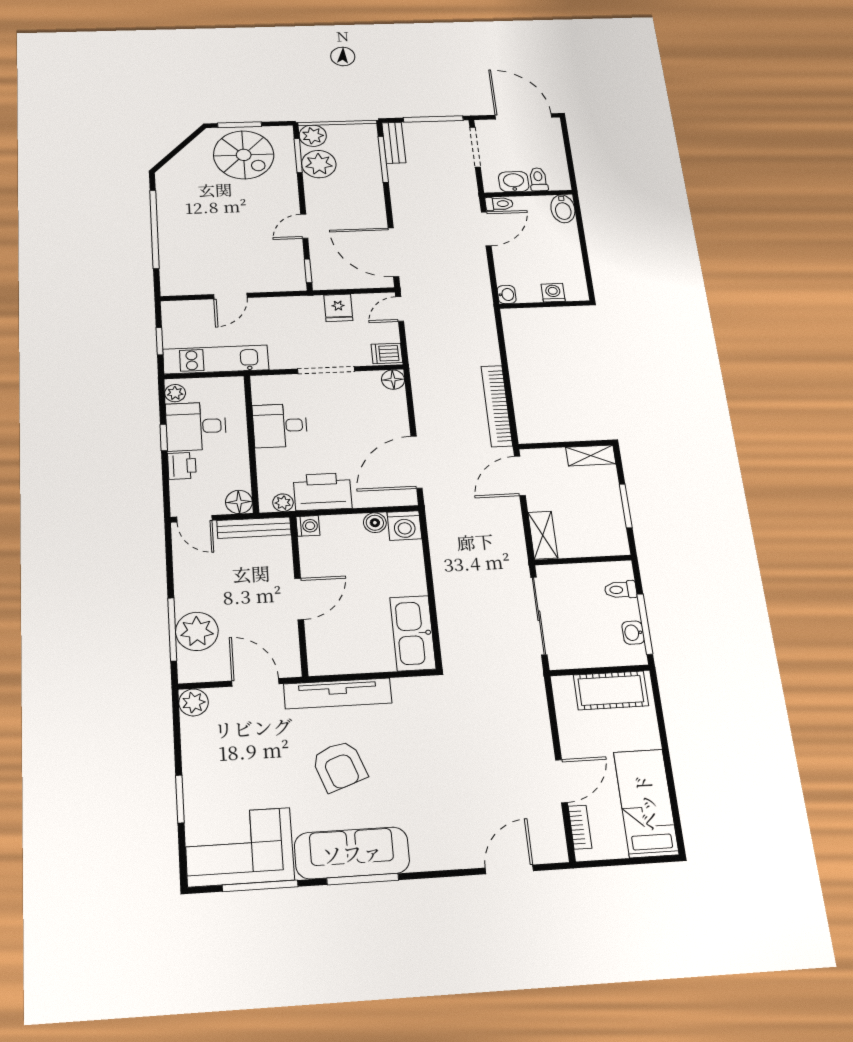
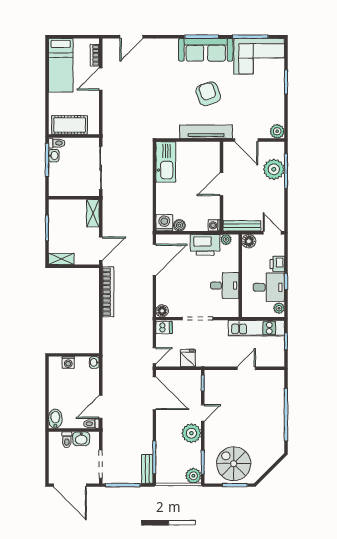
plant: (319, 164) -> (191, 433), moved
toilet: (621, 590) -> (57, 143), moved

